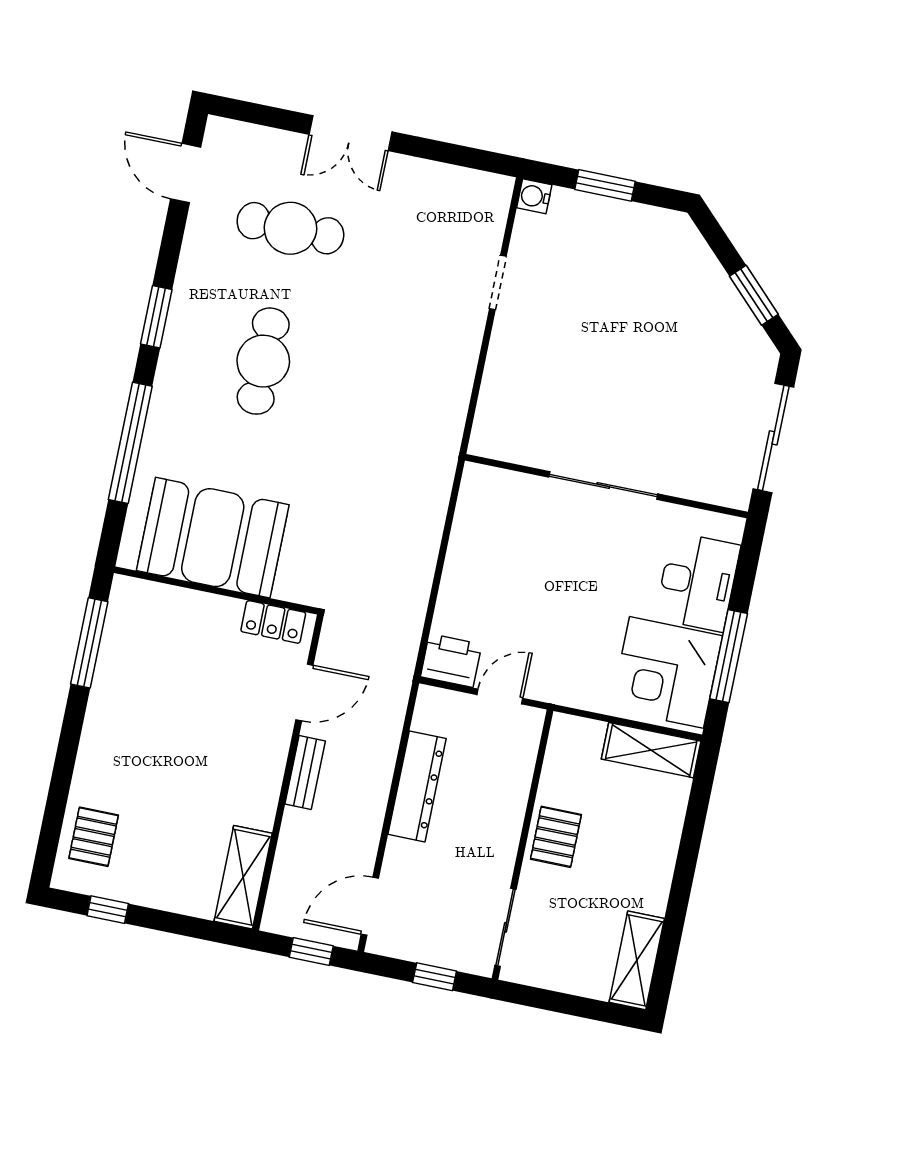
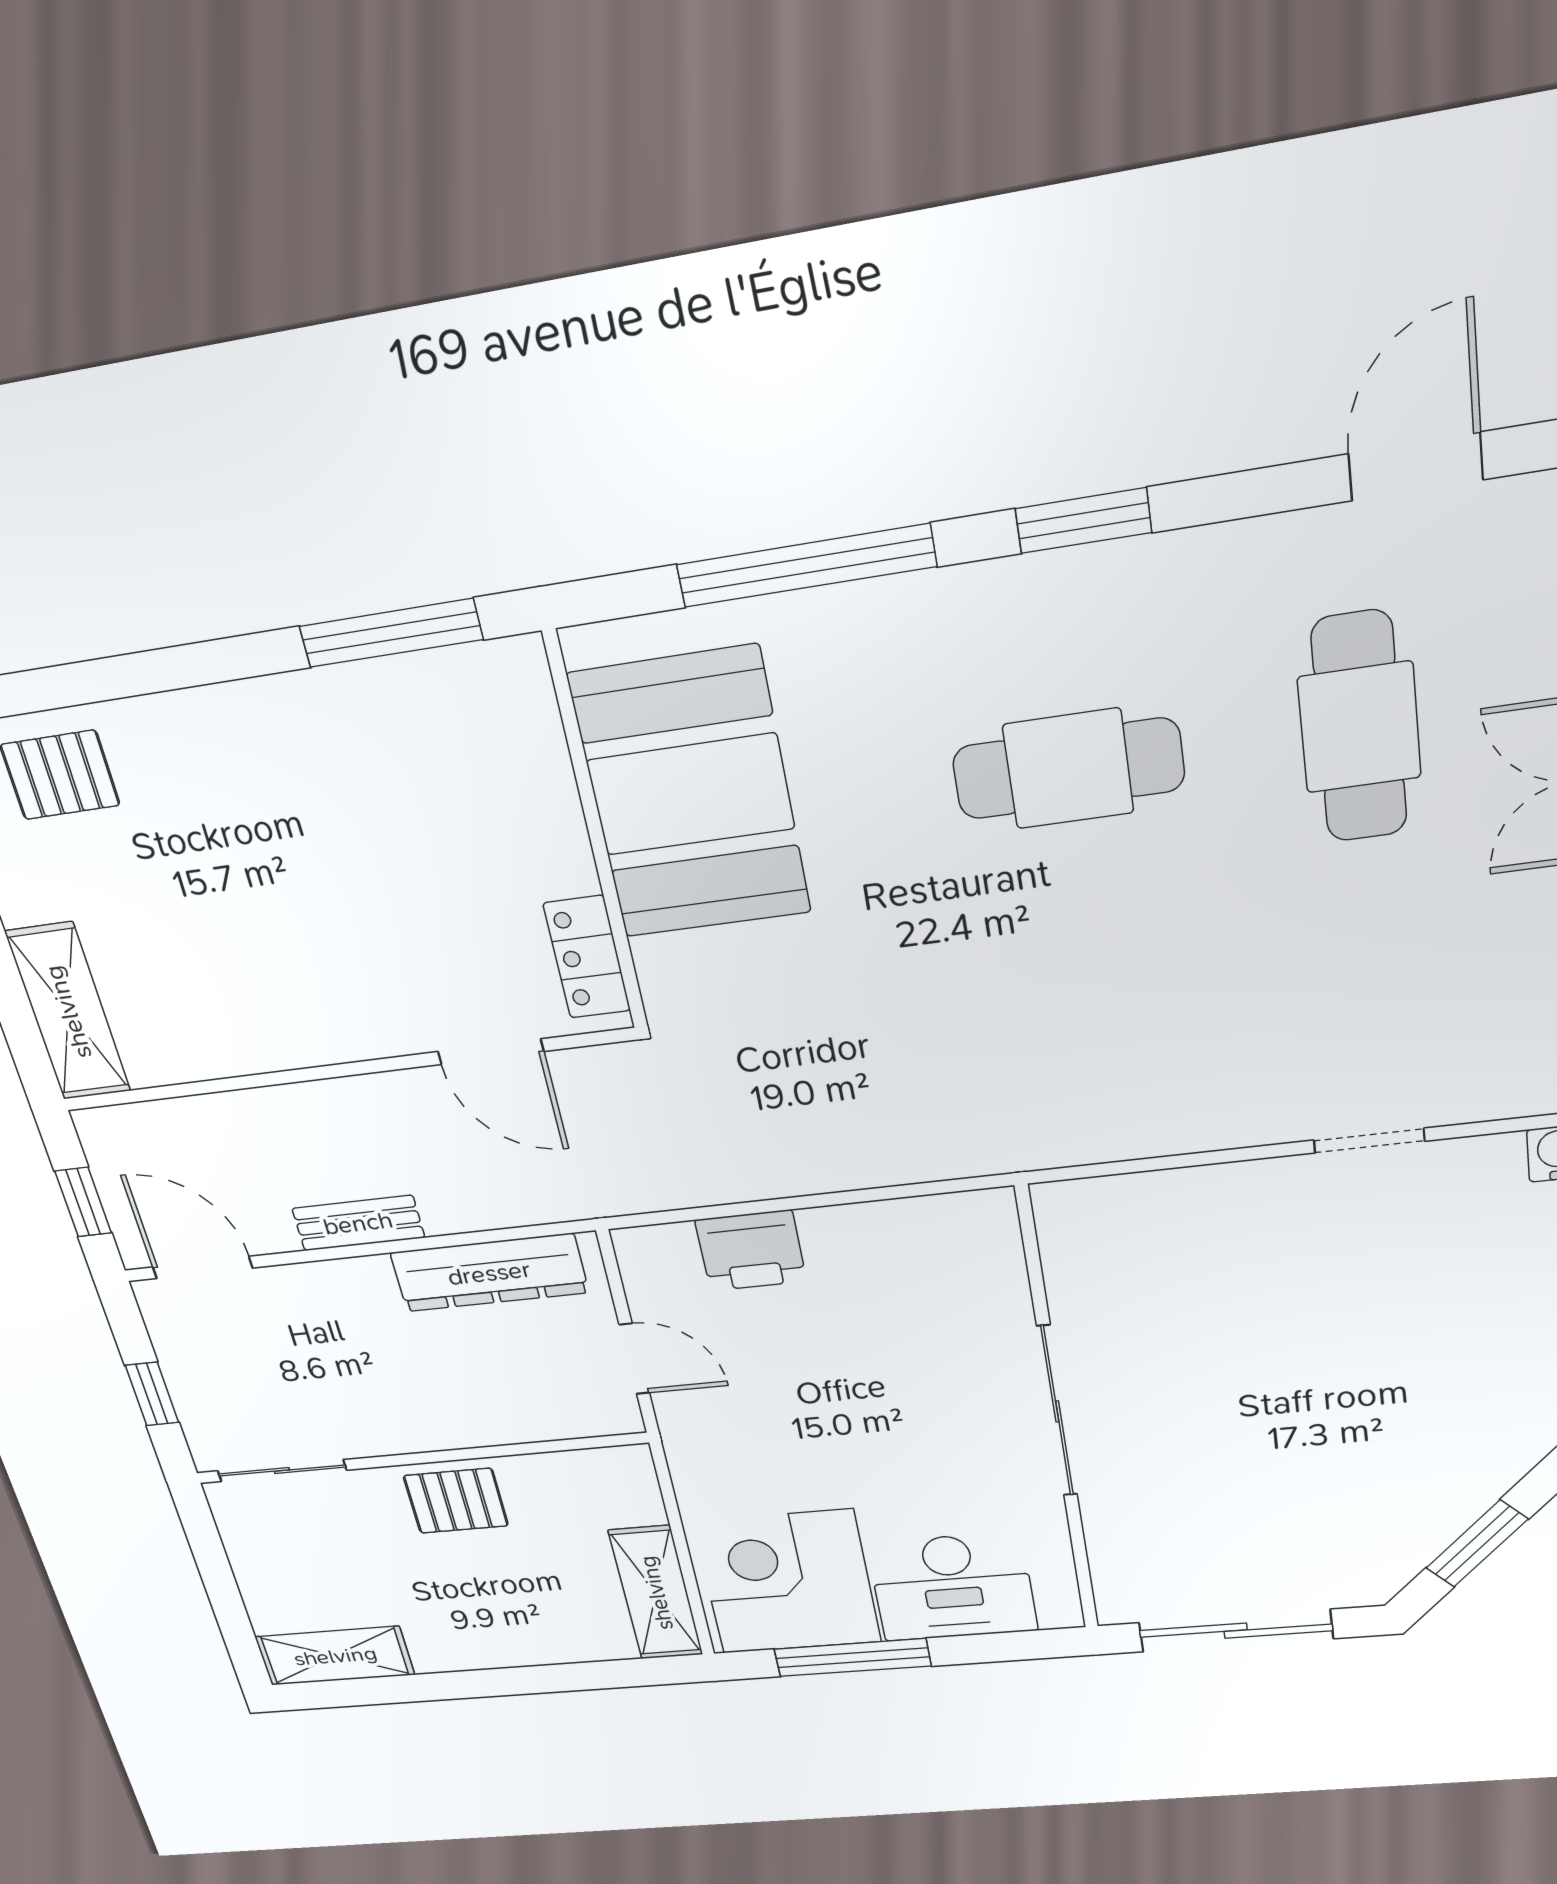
printer: (451, 660) -> (751, 1251), moved, turned 90
bench: (305, 772) -> (358, 1223), moved
dresser: (417, 786) -> (489, 1273), moved
shelving: (243, 877) -> (68, 1012), moved, turned 90

